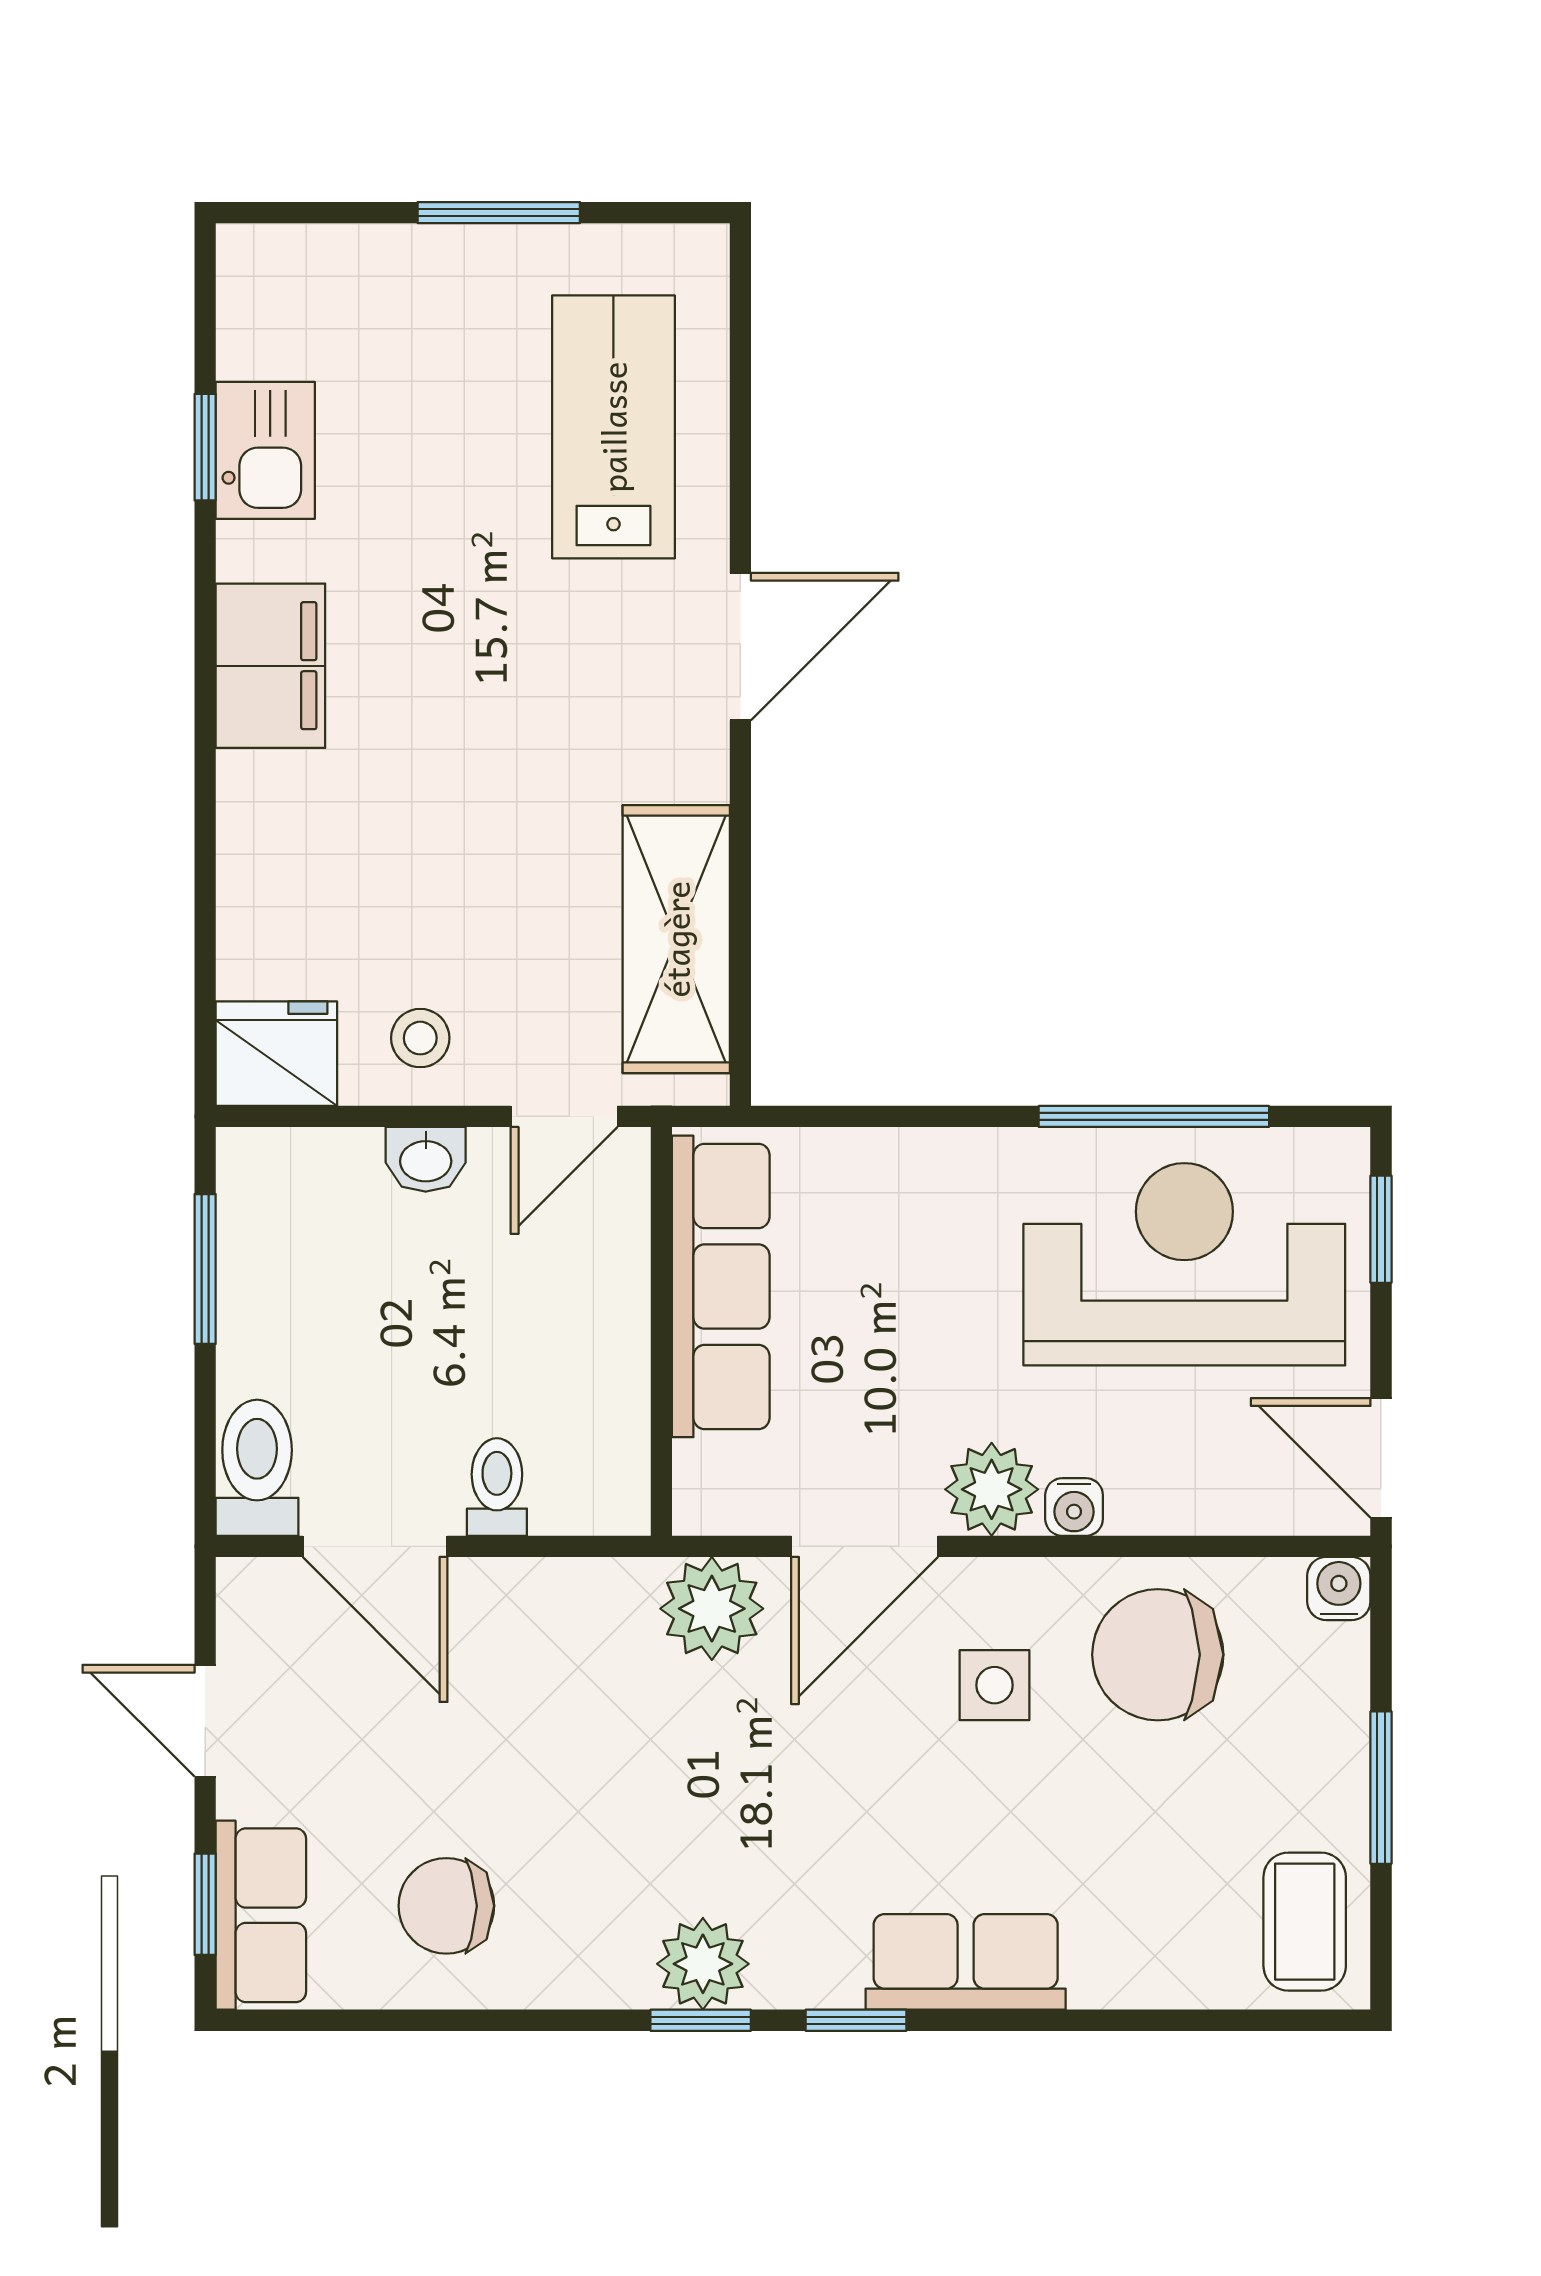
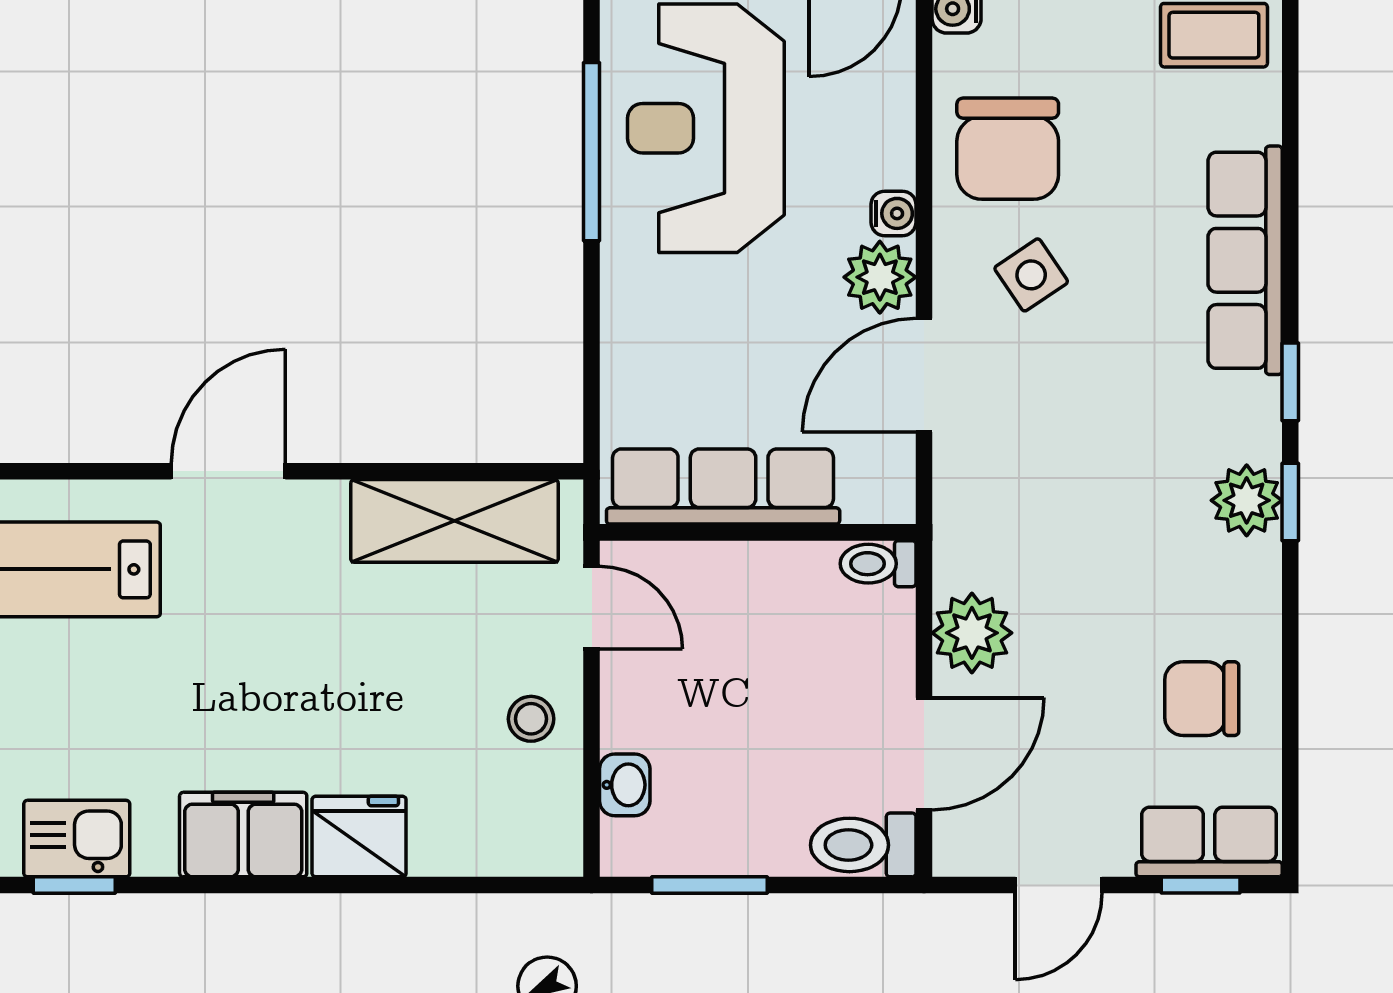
door: (740, 647) -> (228, 471), hinge flipped
fridge: (276, 1054) -> (359, 837), moved, turned 90
washbasin: (426, 1159) -> (625, 785), moved
toilet: (497, 1487) -> (878, 564), moved
door: (865, 1546) -> (924, 375), swing flipped
plant: (712, 1609) -> (972, 633), moved
side table: (994, 1685) -> (1031, 275), turned -34
chair: (446, 1906) -> (1202, 699), turned 90
row of seats: (966, 1962) -> (1245, 260), width x1.48

